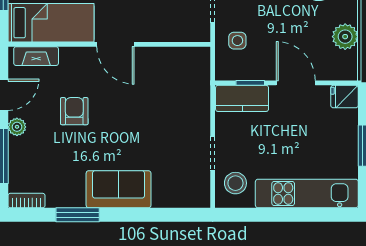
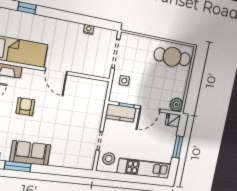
plant: (345, 37) -> (176, 105), moved
door: (296, 83) -> (150, 109), swing flipped
sofa: (119, 189) -> (30, 153), moved

